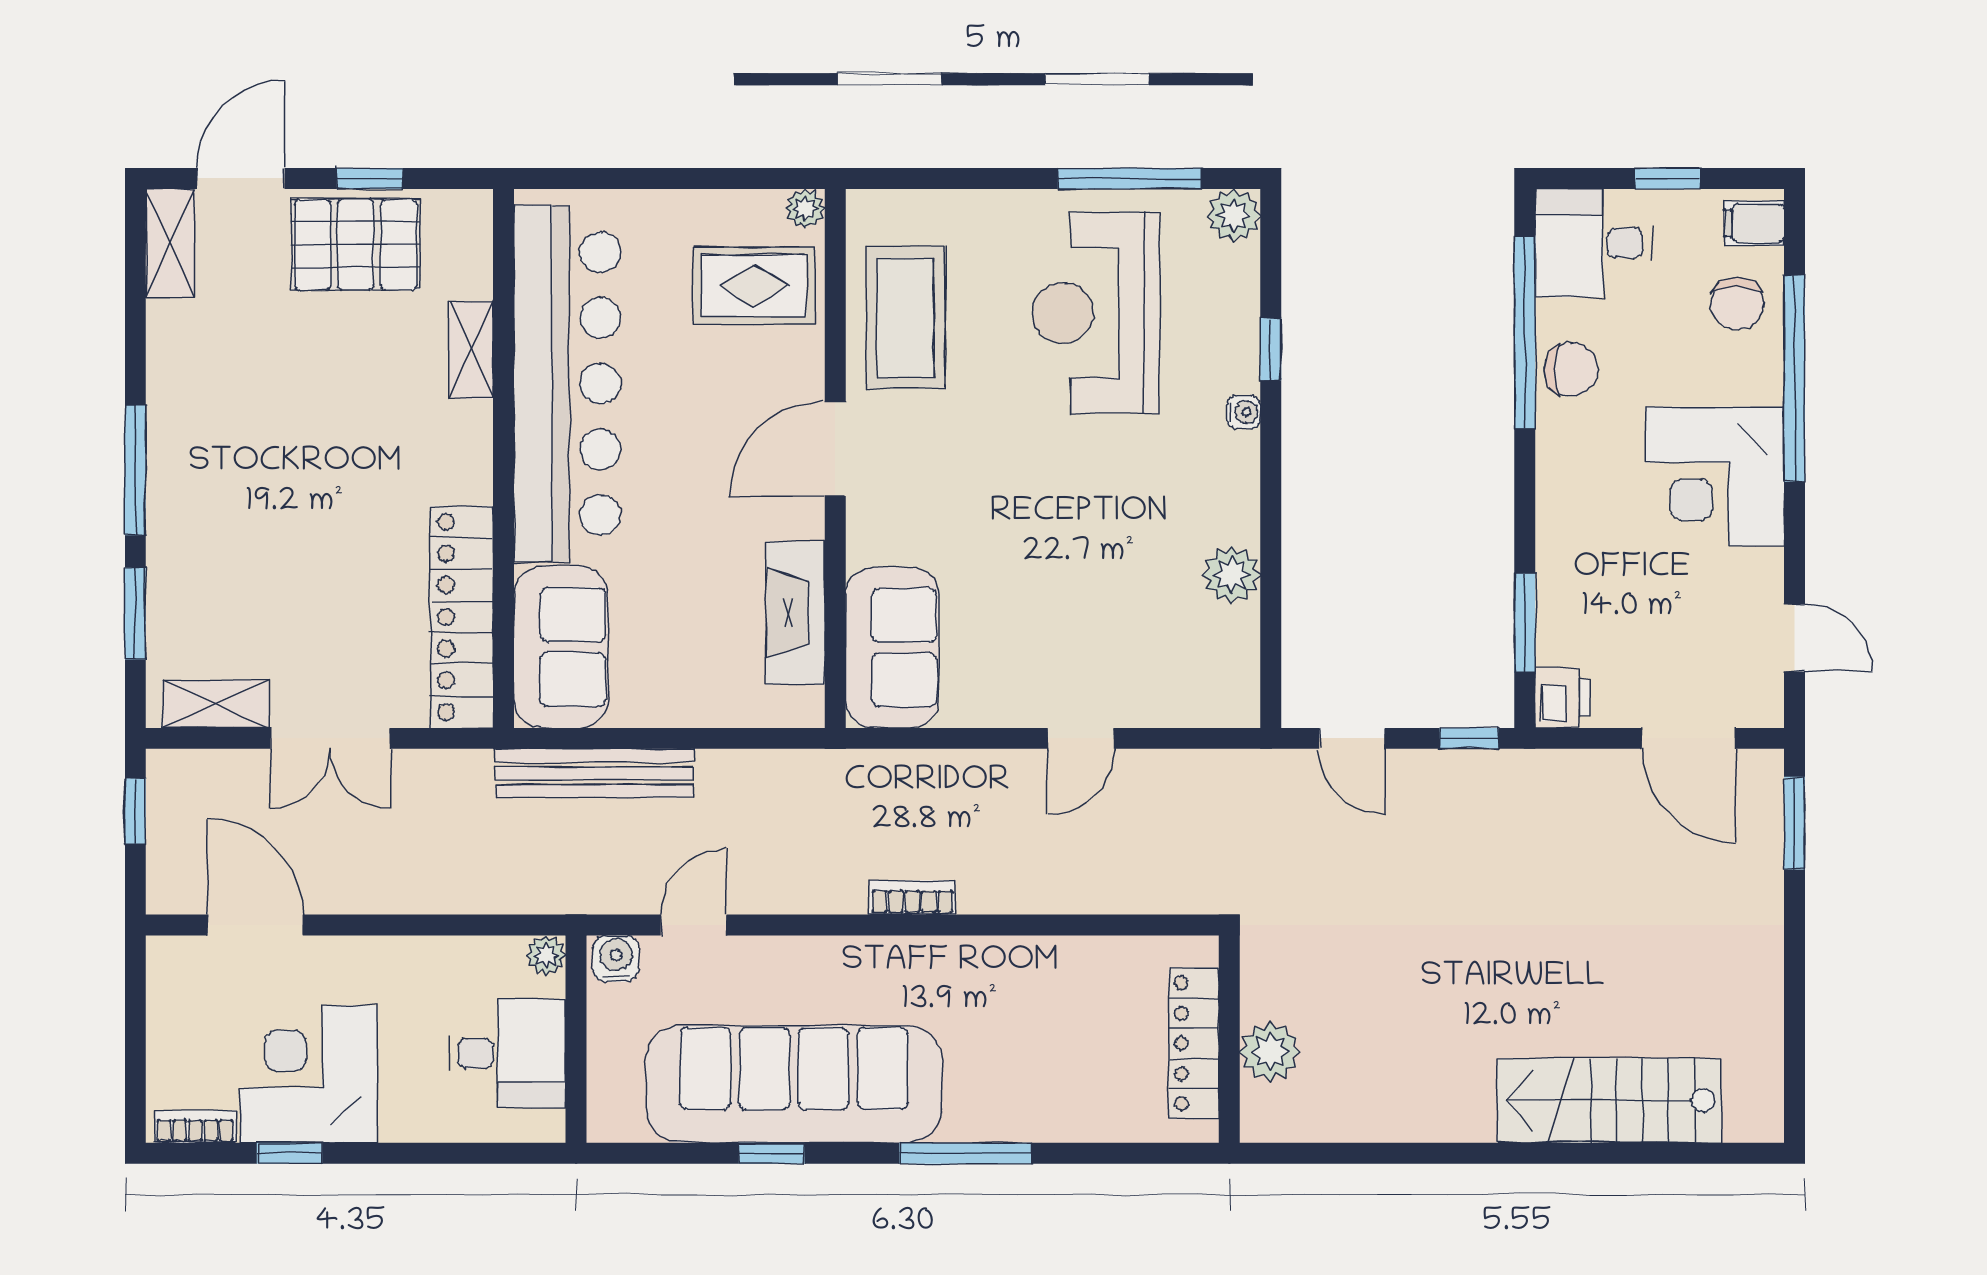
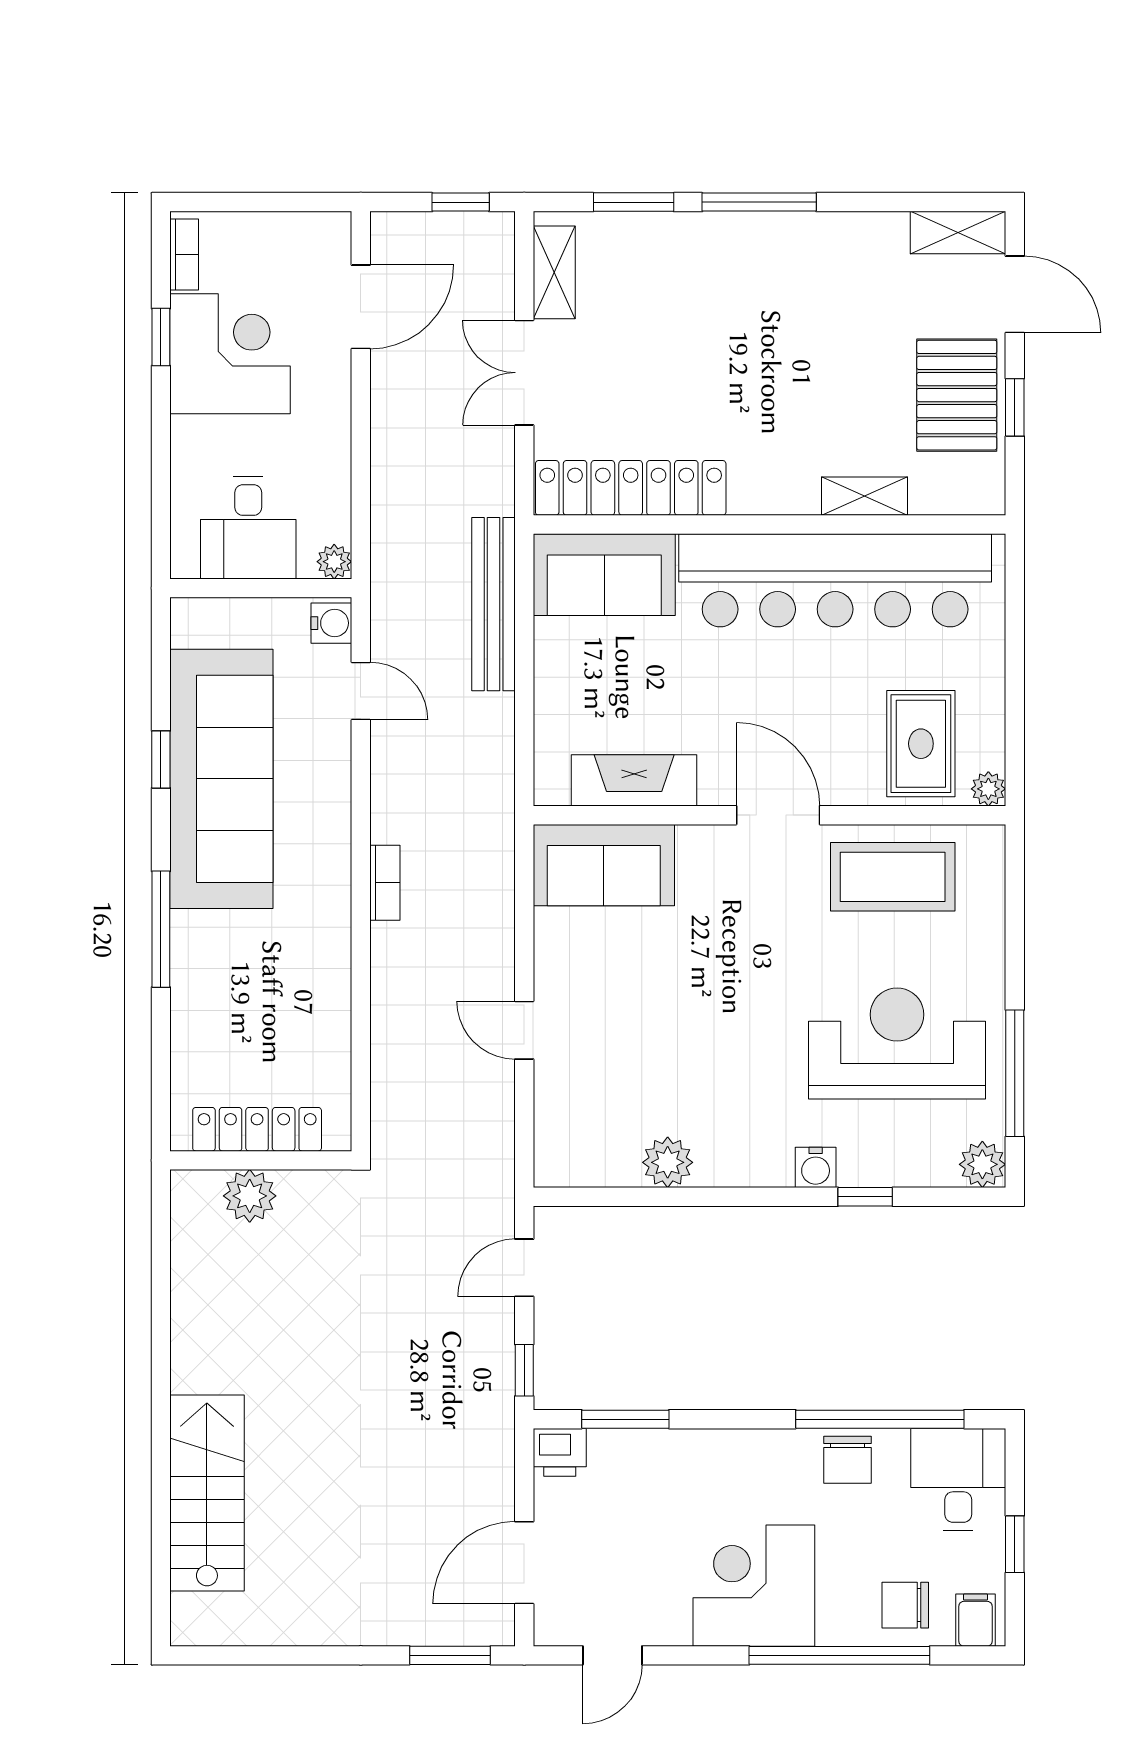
water cooler: (1244, 412) -> (816, 1167), width x1.38, depth x1.38

